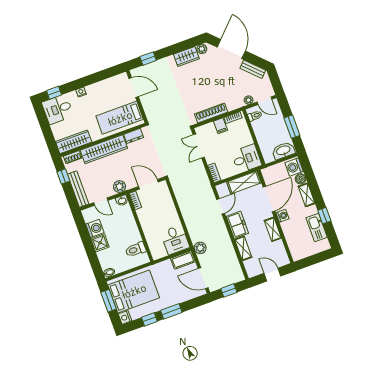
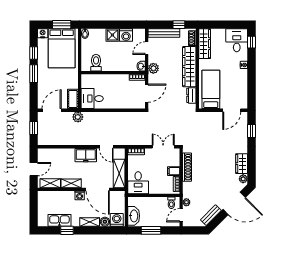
shelving: (243, 248) -> (50, 183), moved

